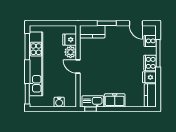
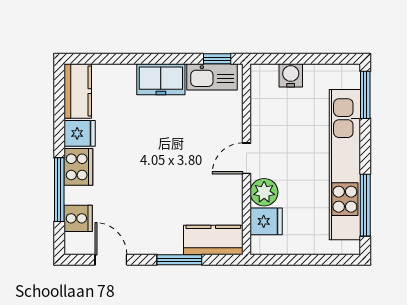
door: (78, 67) -> (247, 158), swing flipped

